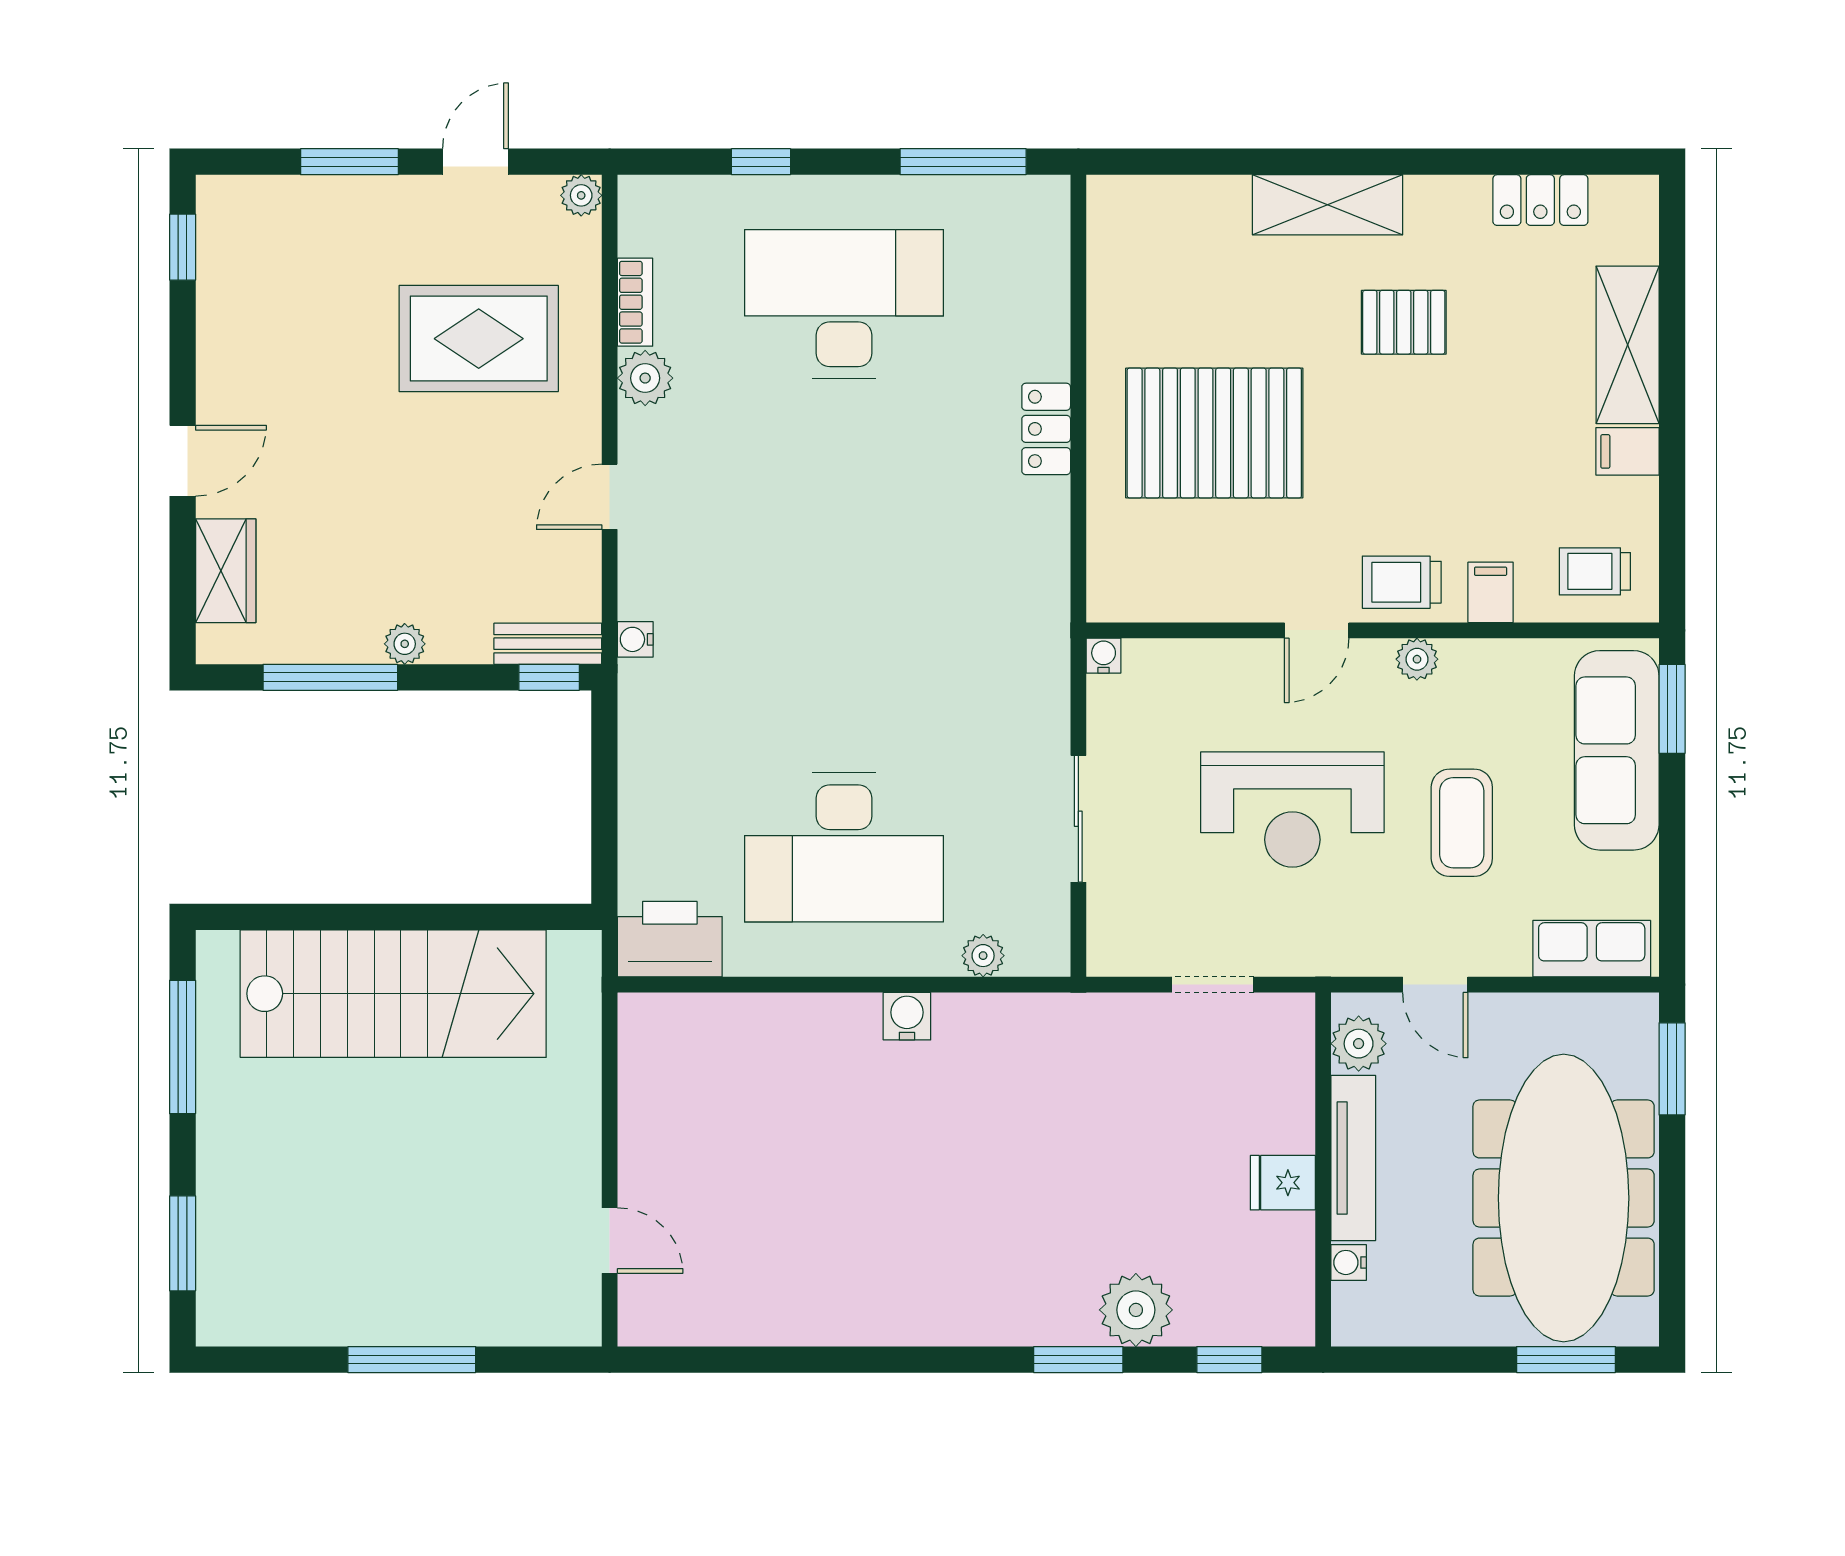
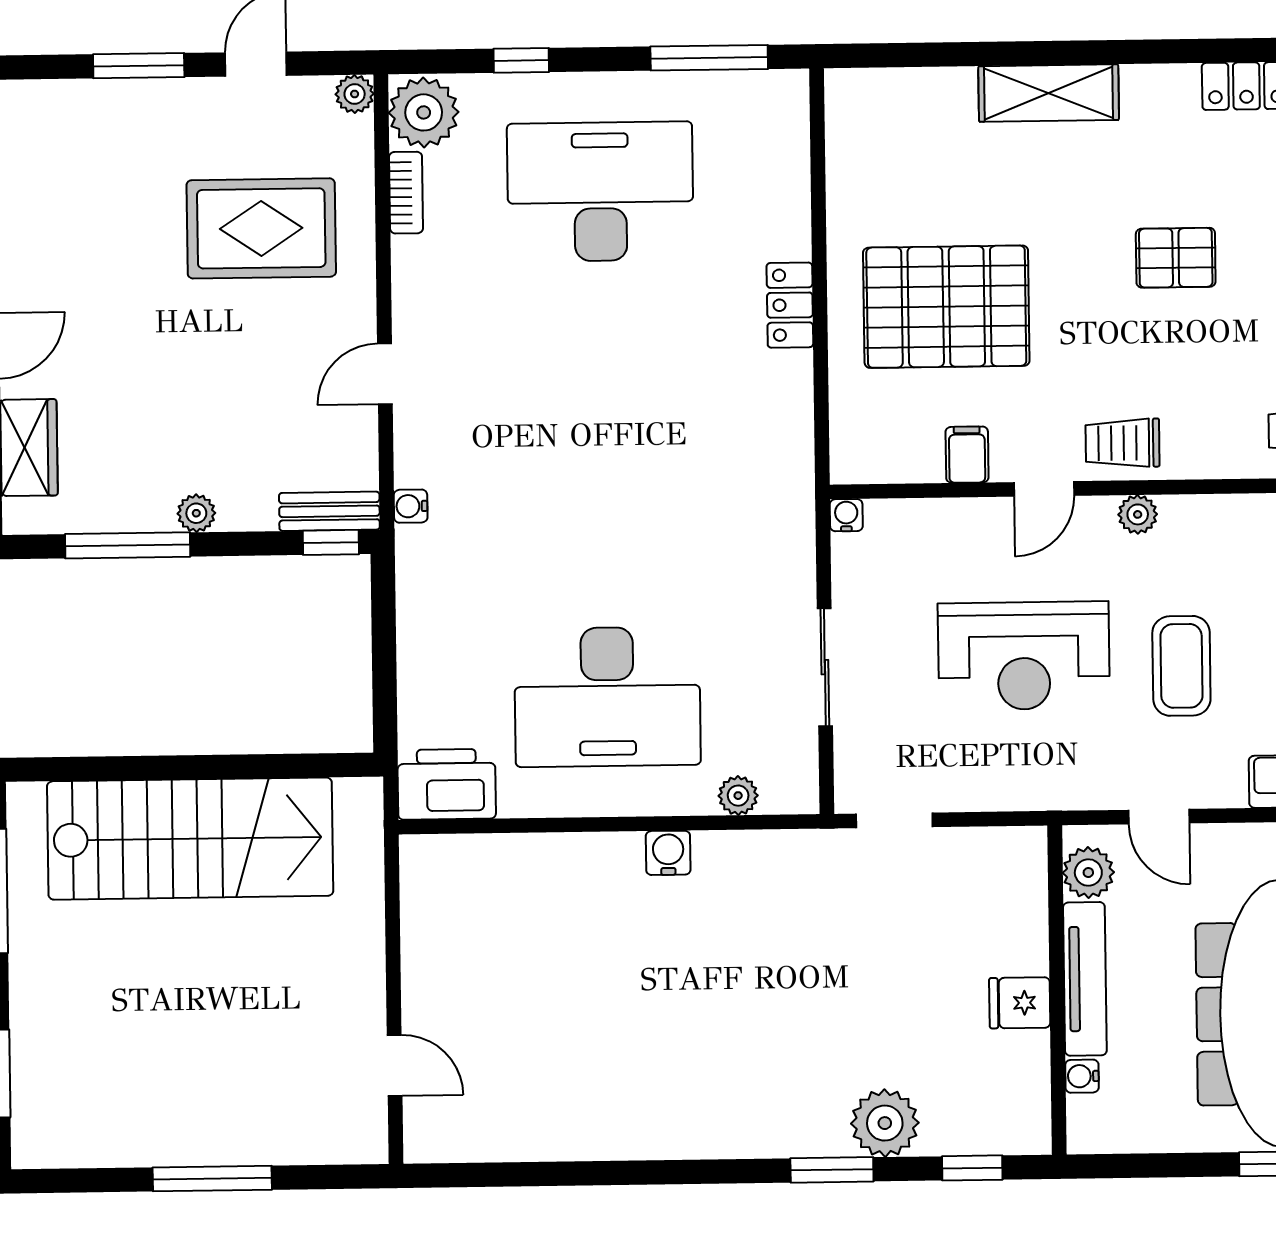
pallet: (1404, 322) -> (1176, 258), moved
plant: (645, 378) -> (424, 112), moved, width x1.36, depth x1.36
filing cabinet: (1491, 592) -> (967, 455), moved
doorway: (1213, 985) -> (894, 820), moved

